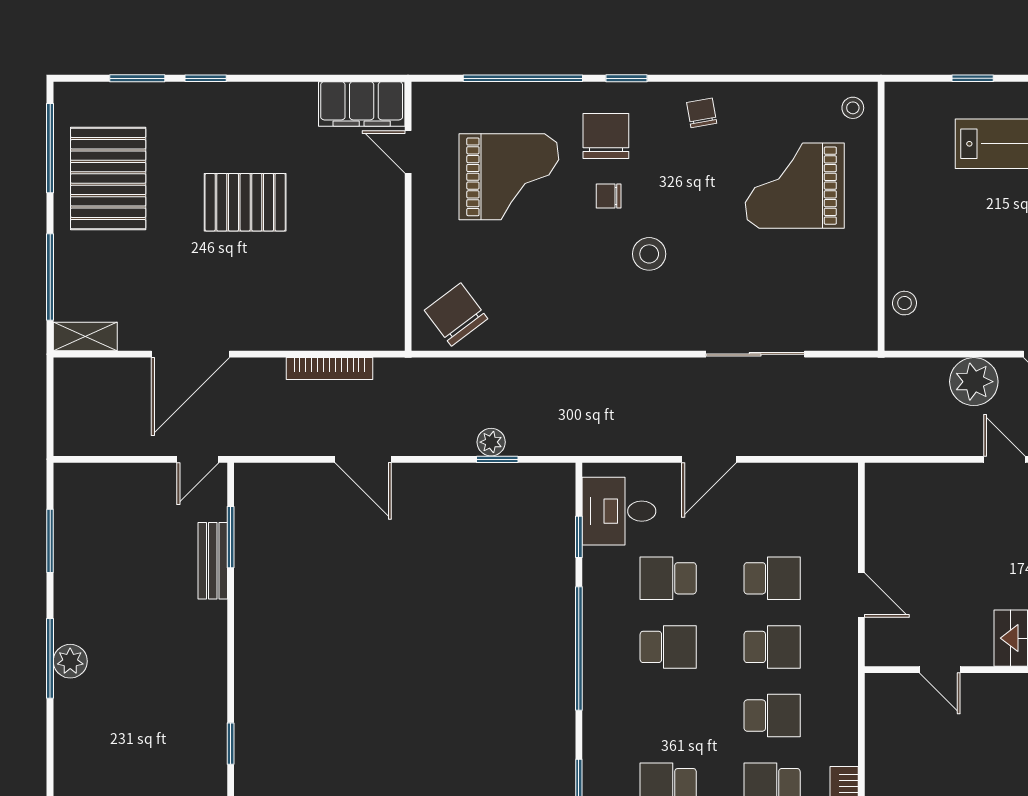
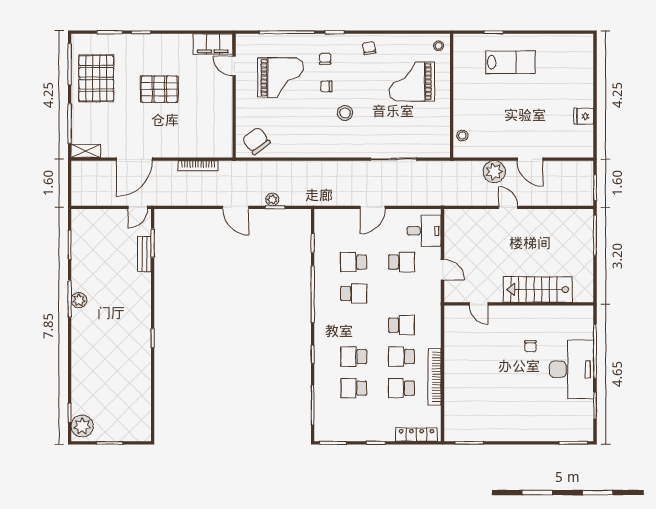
chair: (606, 136) -> (325, 59), width x0.54, depth x0.54
door: (363, 459) -> (236, 207), moved
desk: (619, 511) -> (424, 231), moved, turned 180
school desk: (772, 647) -> (401, 294), removed

